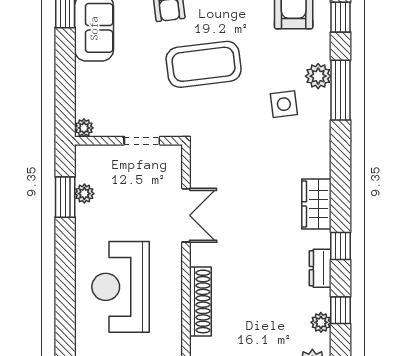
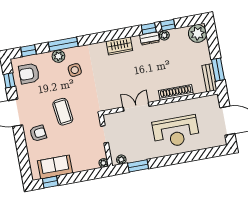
coffee table: (204, 64) -> (63, 112), width x0.73, depth x0.76
plant: (84, 194) -> (121, 160), moved
window: (341, 246) -> (149, 29), moved
plant: (321, 322) -> (164, 35), moved

